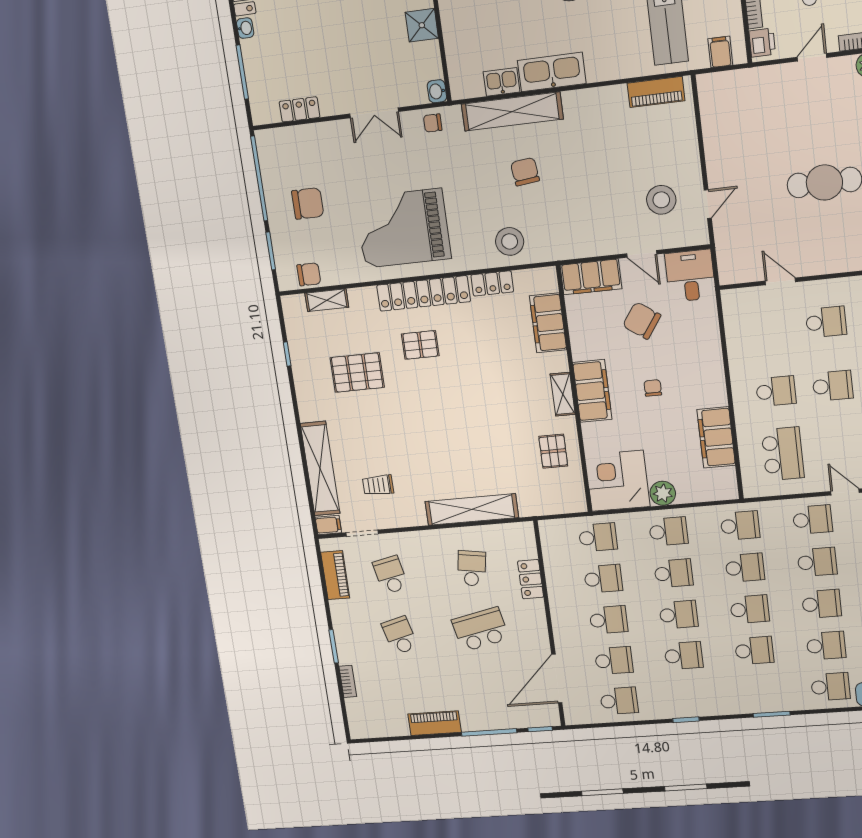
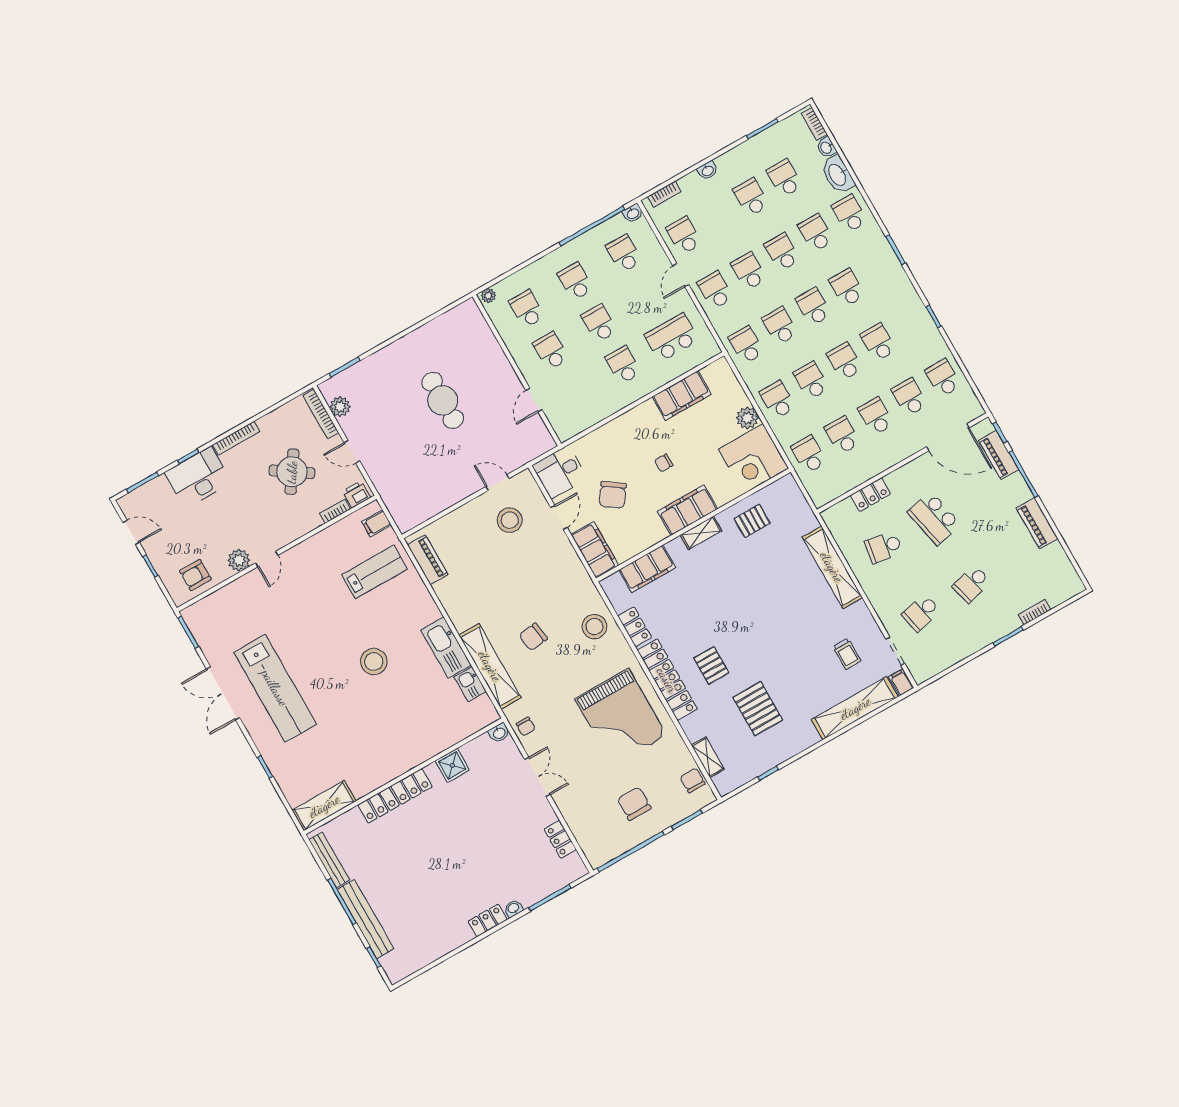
piano: (335, 575) -> (999, 455), moved, turned -90

